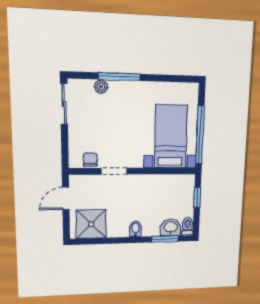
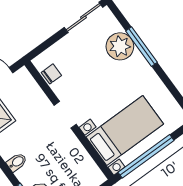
plant: (101, 87) -> (120, 46), width x1.87, depth x1.87
doorway: (114, 171) -> (65, 115), moved

